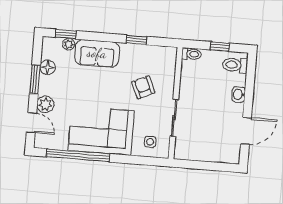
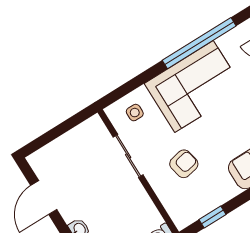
window: (136, 40) -> (213, 217), moved
armchair: (143, 87) -> (184, 164), turned -77

